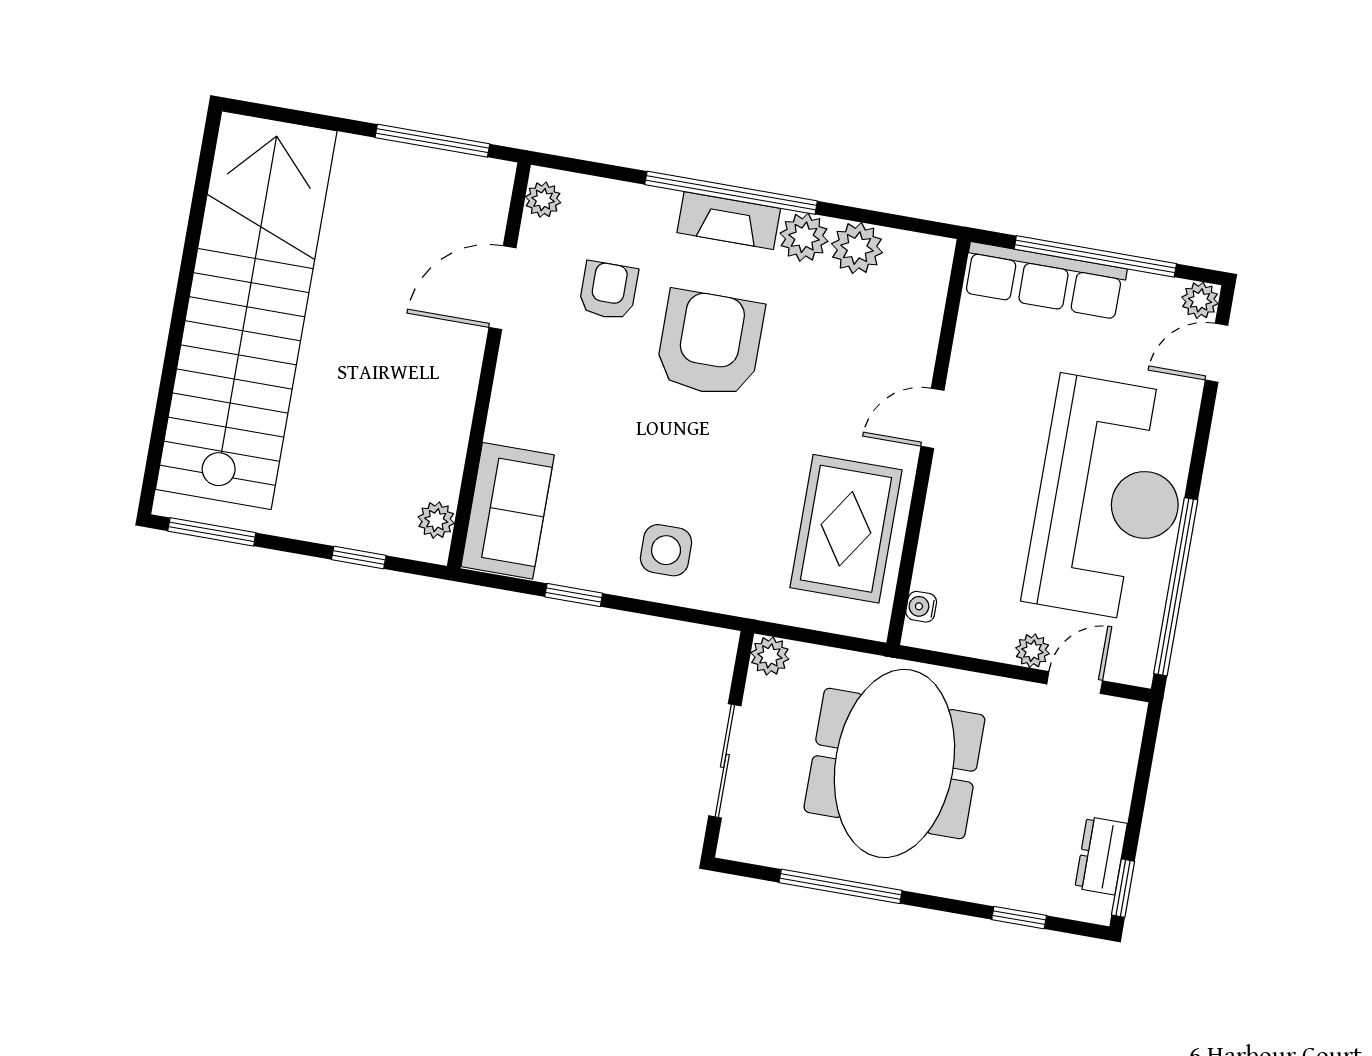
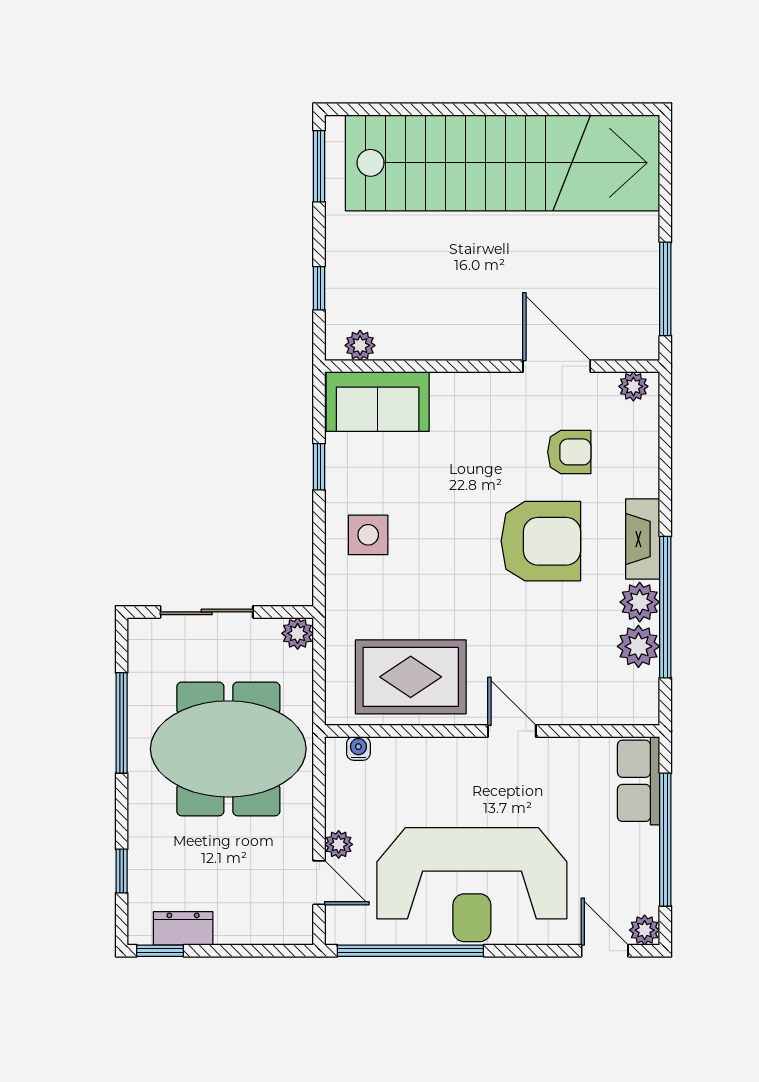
window: (731, 193) -> (665, 607), moved
row of seats: (1044, 281) -> (639, 781), width x0.68

